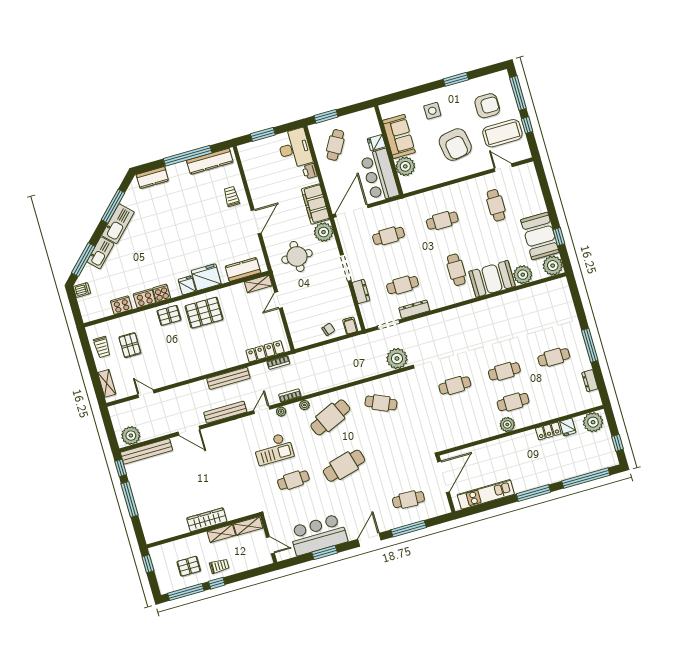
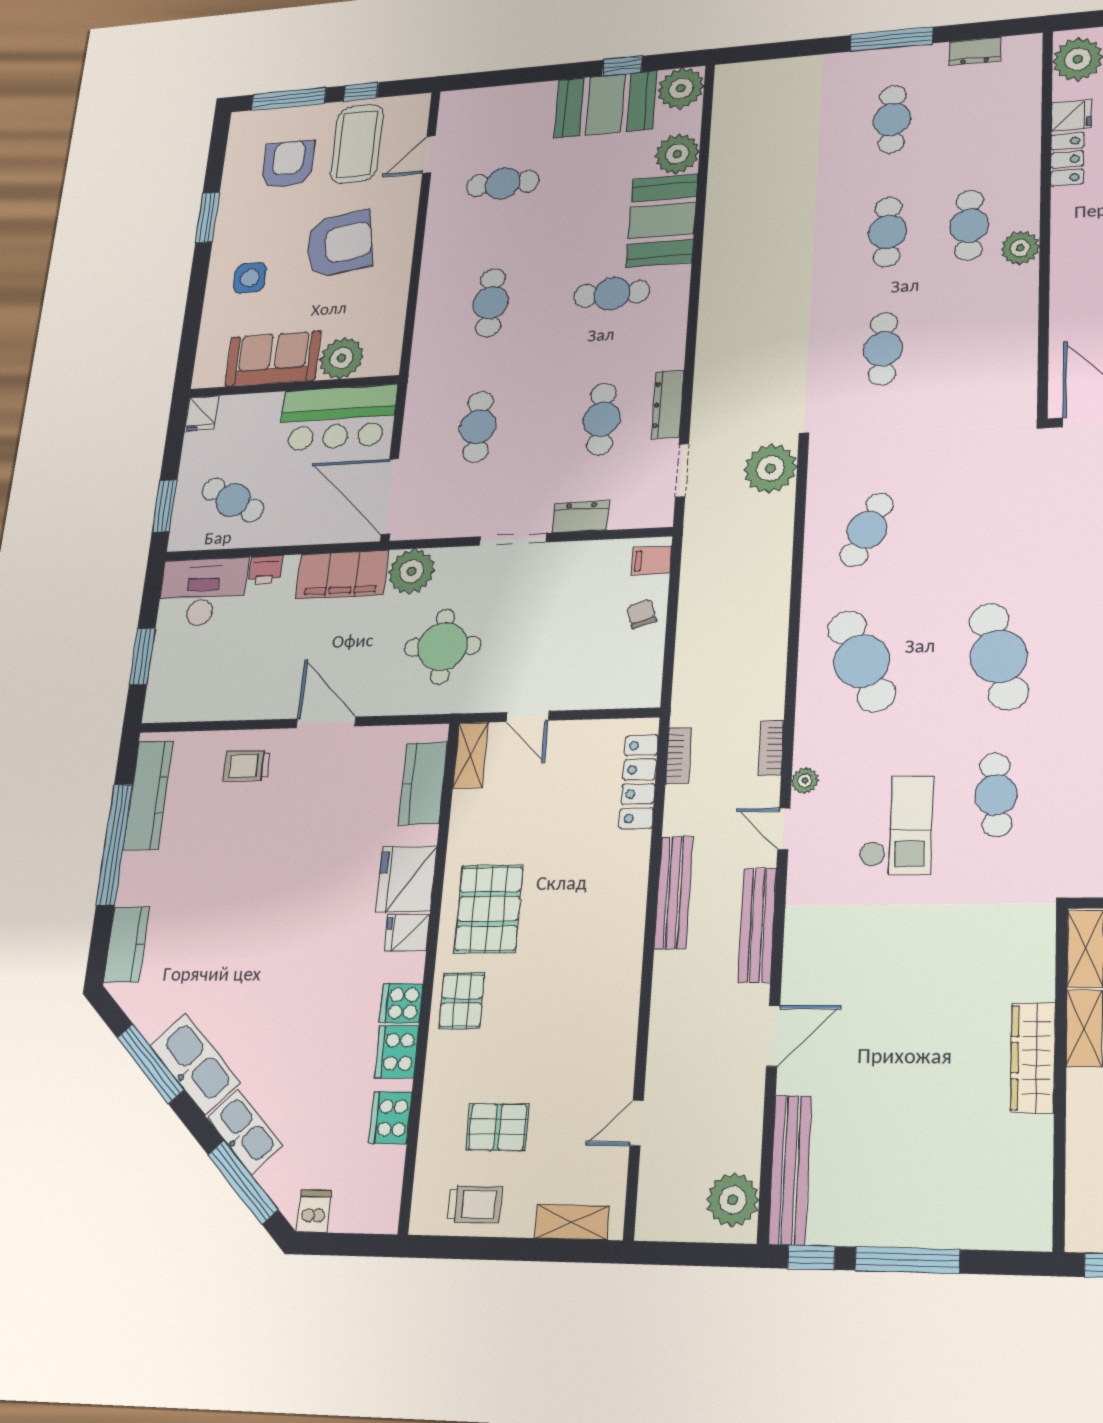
fridge: (376, 143) -> (201, 414), moved
plant: (304, 405) -> (808, 718), removed

